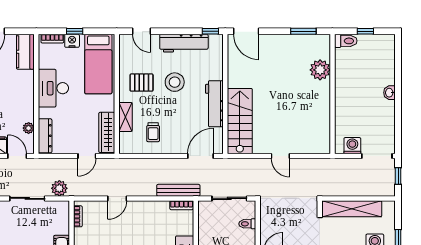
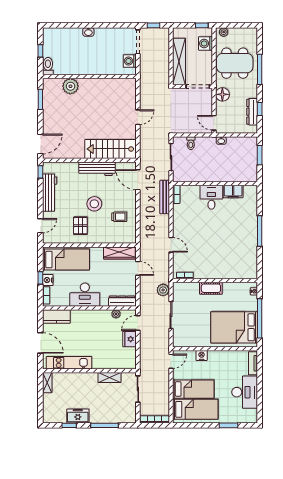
stool: (175, 82) -> (94, 204), moved
shelving: (125, 117) -> (107, 238), removed

